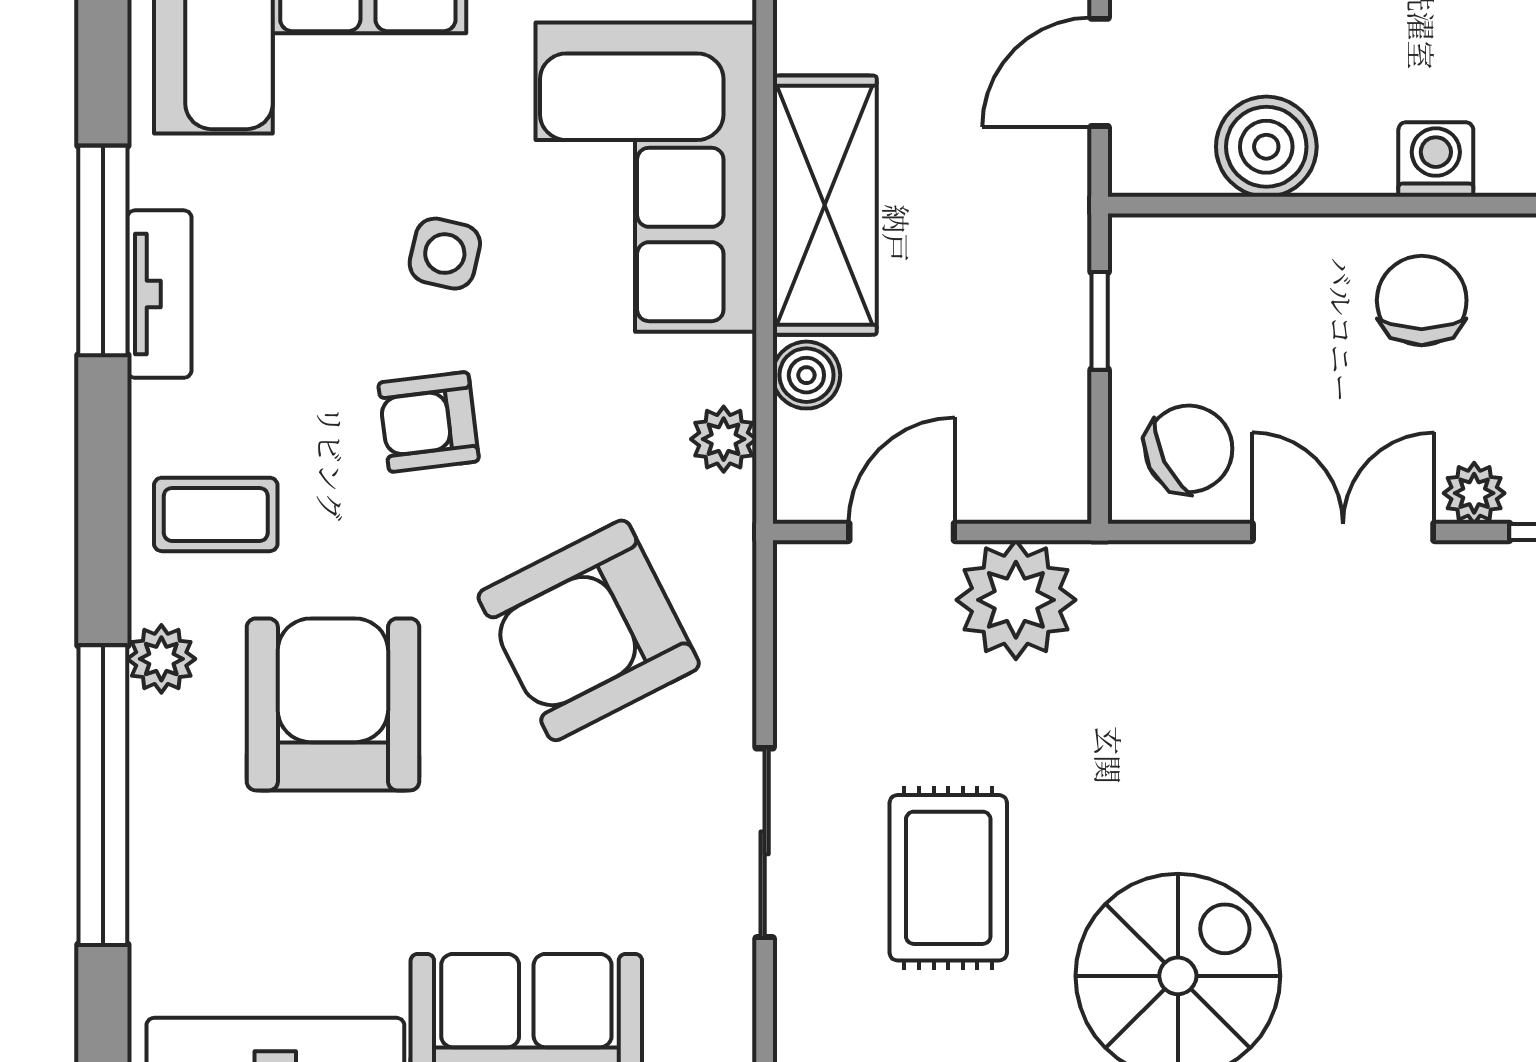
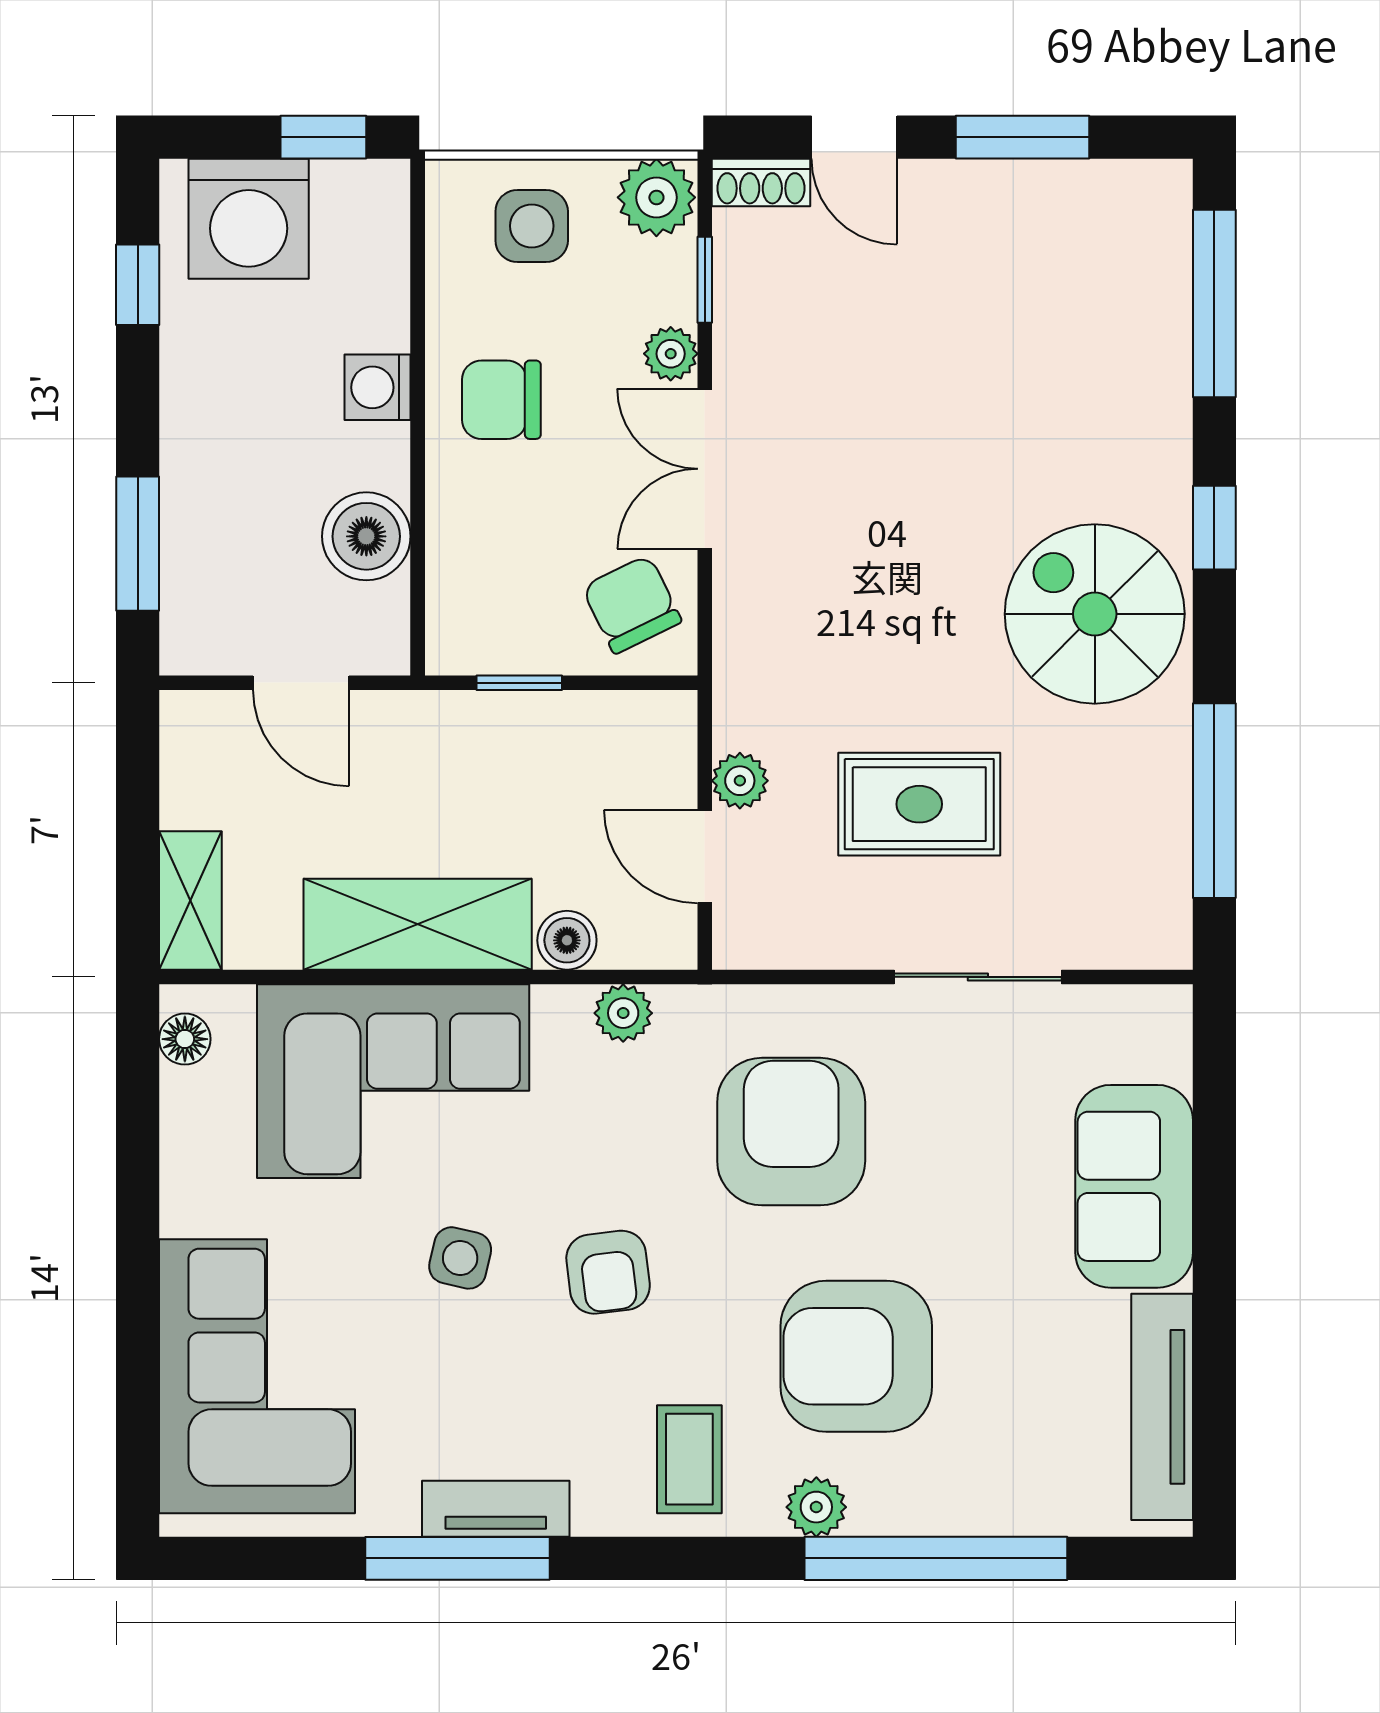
plant: (1016, 600) -> (740, 781), width x0.53, depth x0.53
armchair: (589, 630) -> (791, 1132), turned -153
rug: (948, 878) -> (919, 804), moved

